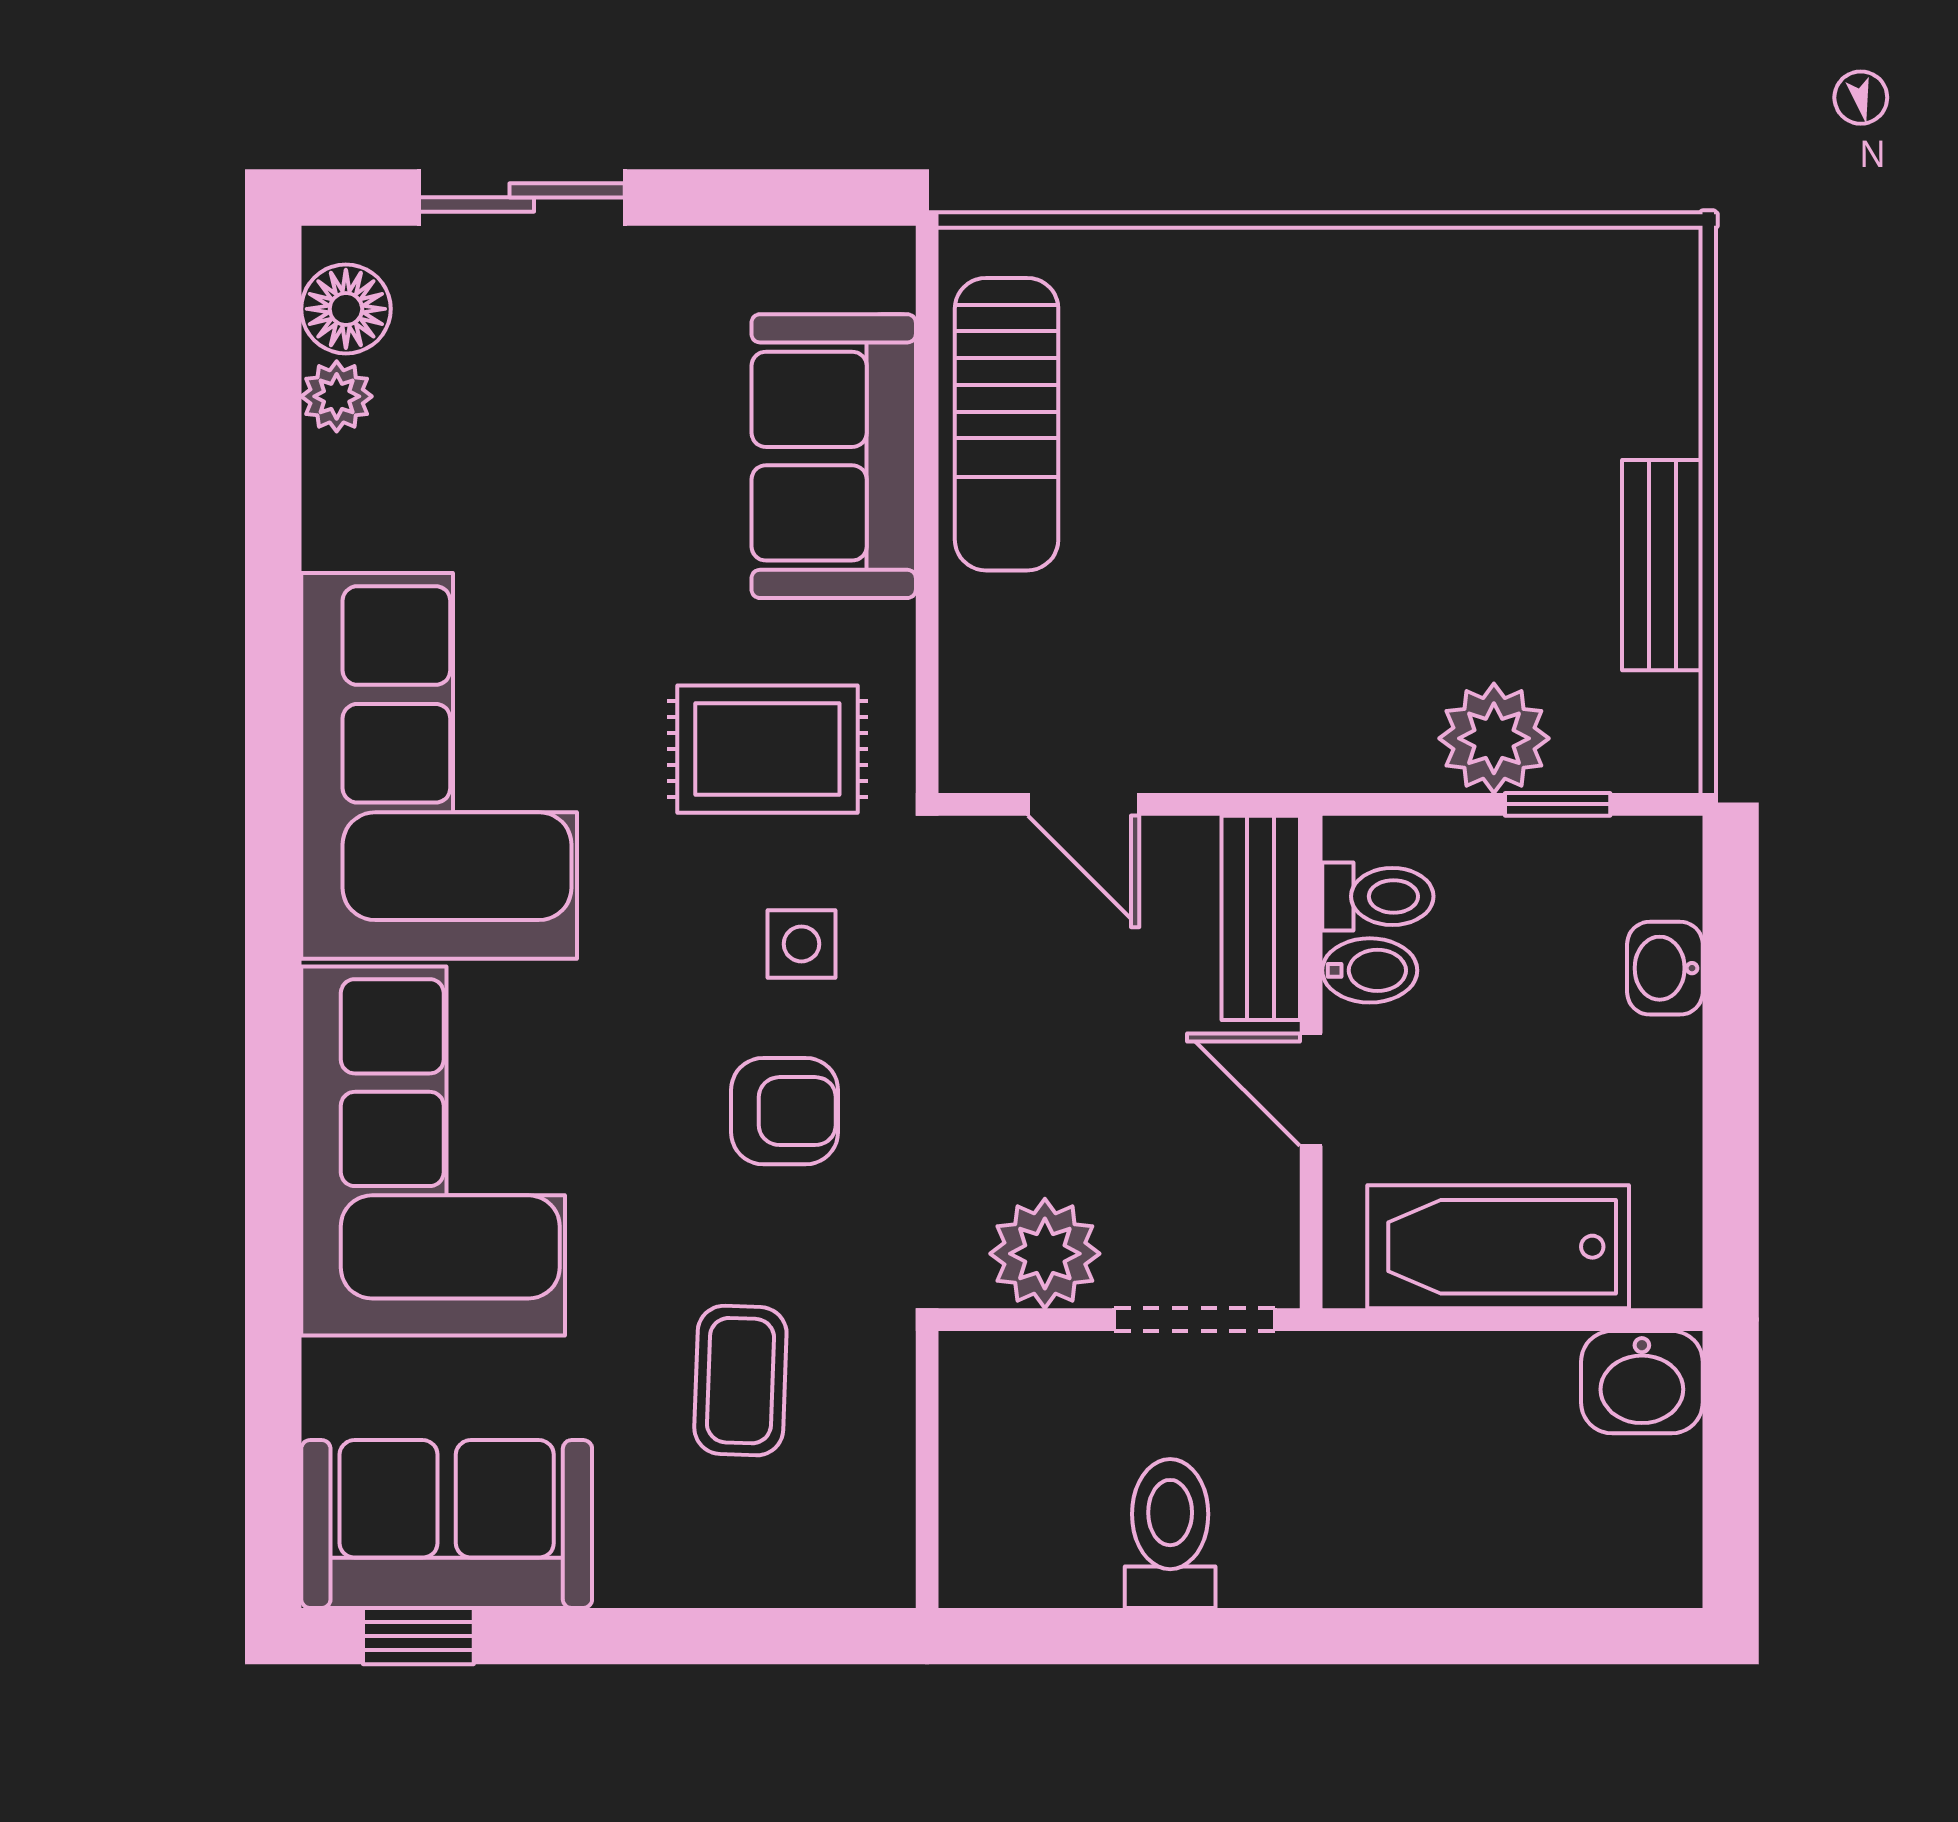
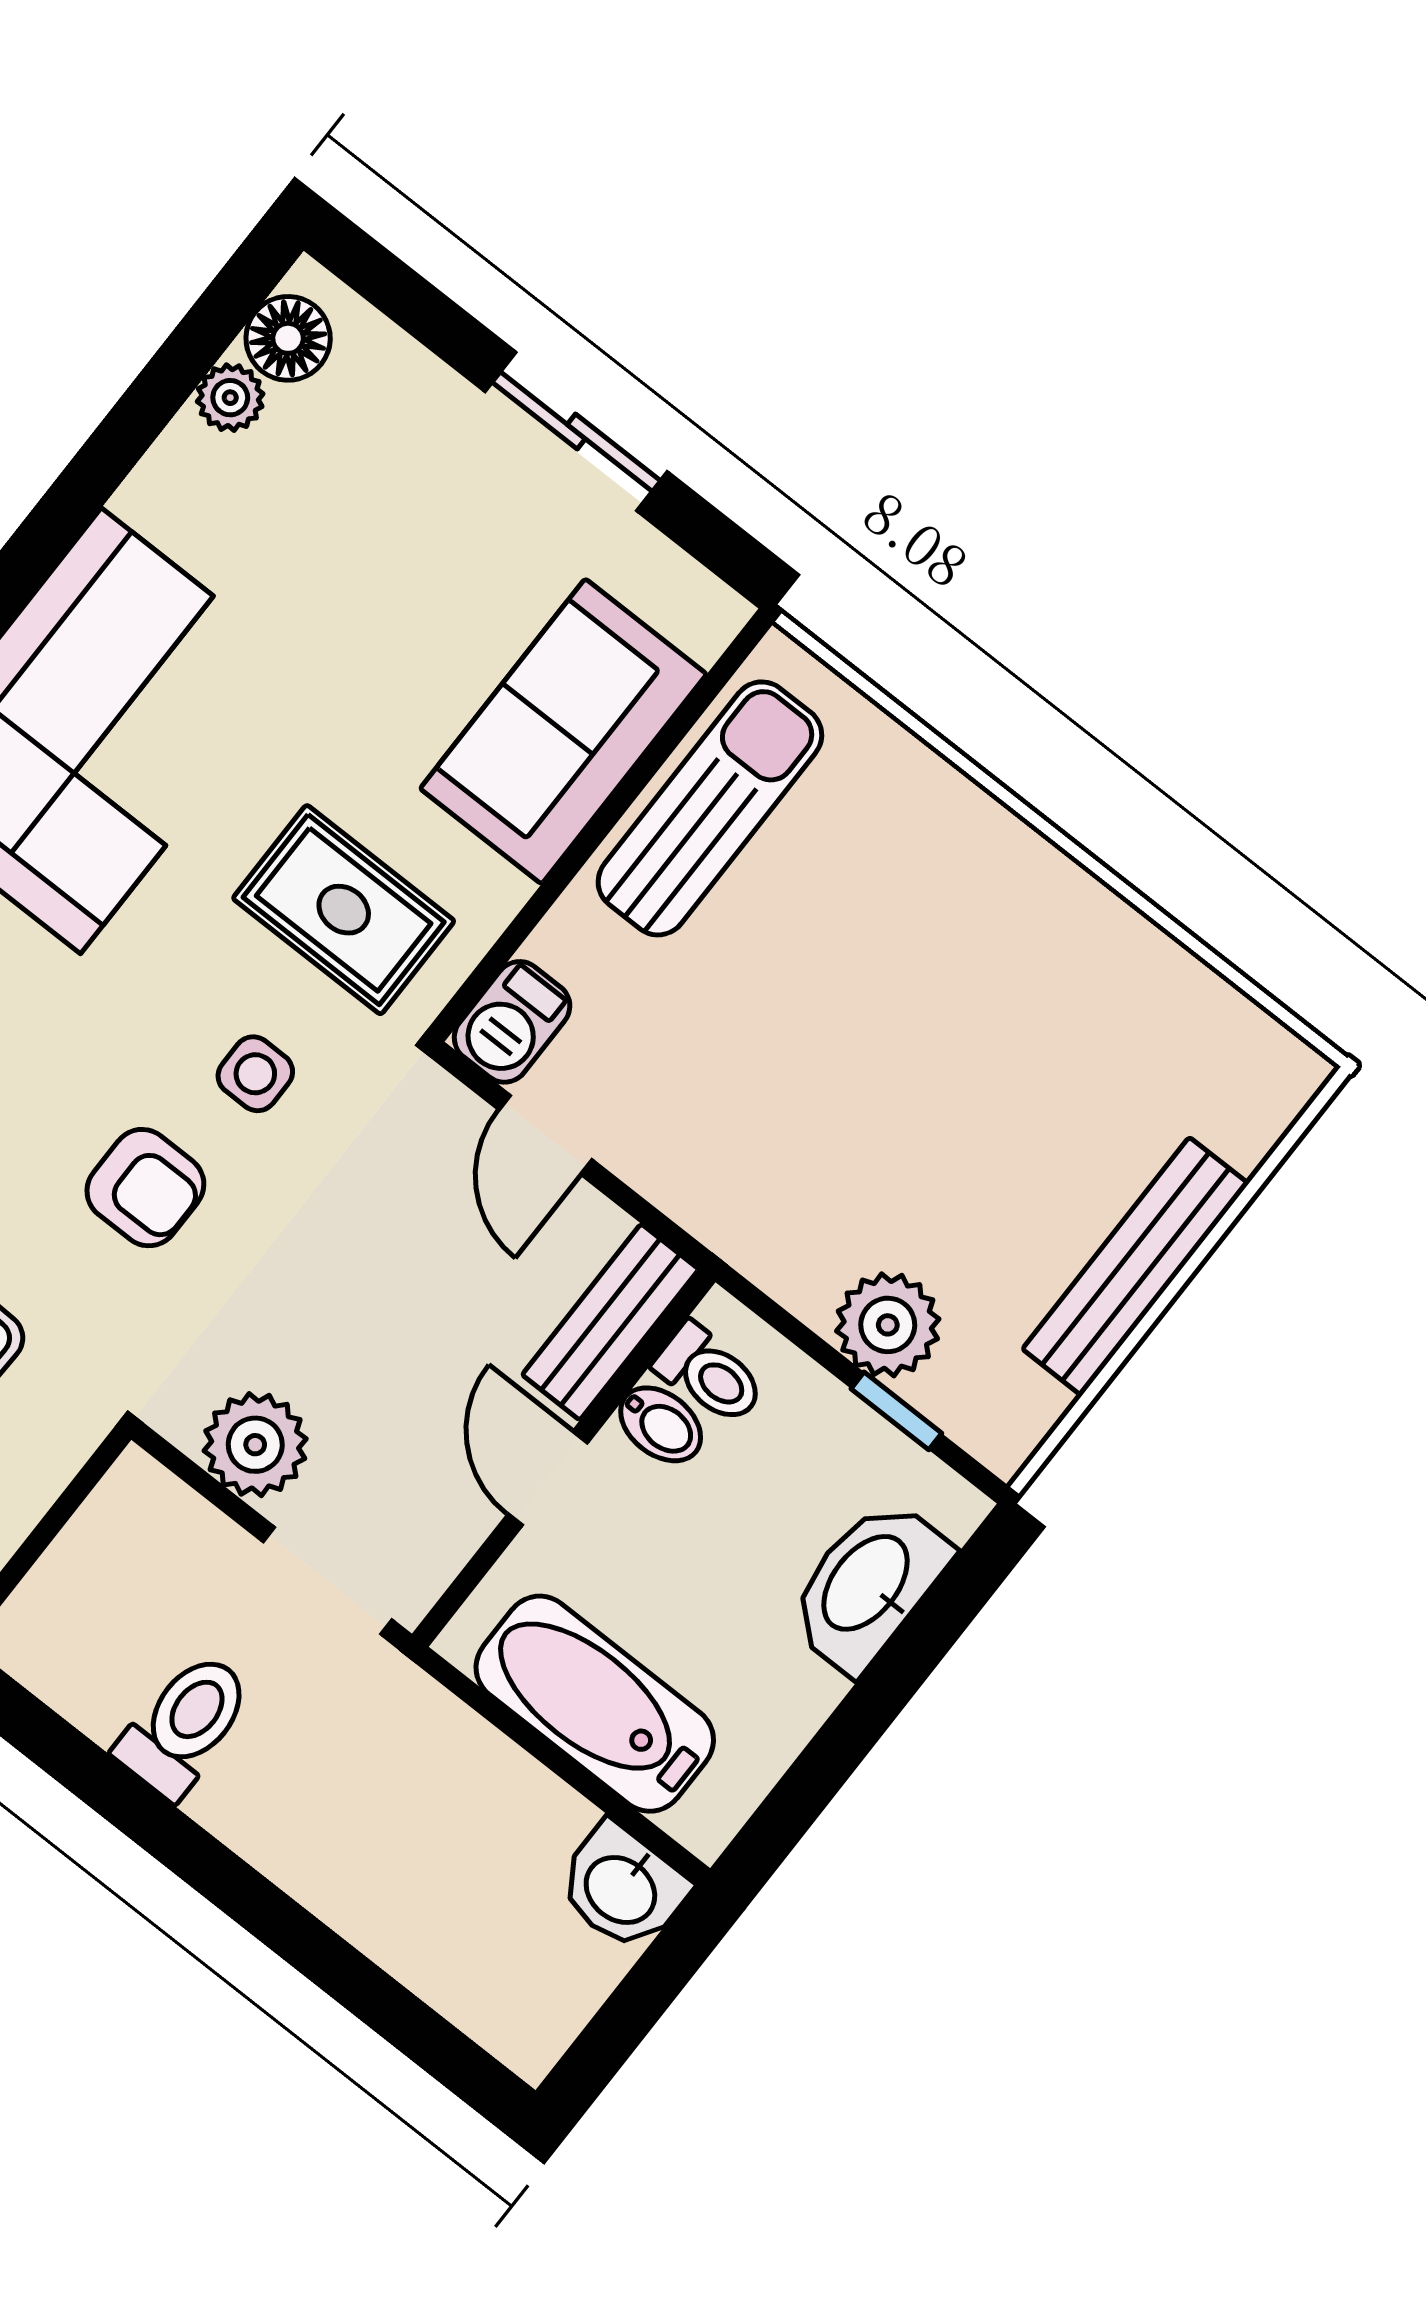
sliding door: (522, 197) -> (576, 432), moved
sun lounger: (1007, 424) -> (710, 808), turned 180
bench: (1662, 565) -> (1136, 1266), width x1.36
barbecue: (982, 732) -> (512, 1022), added
washbasin: (1665, 968) -> (868, 1585), width x1.91, depth x1.45

